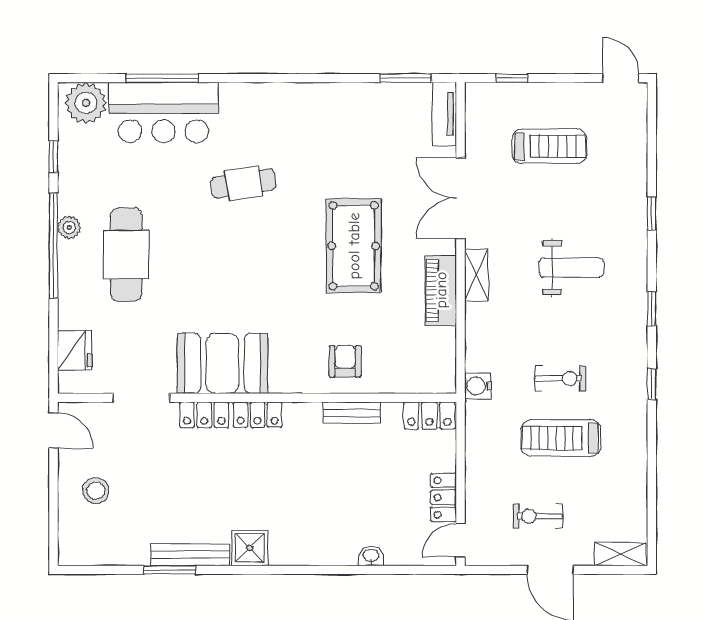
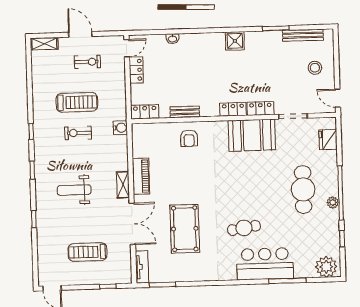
bar counter: (163, 112) -> (265, 264), moved
pool table: (354, 246) -> (185, 229), moved
bench: (190, 555) -> (303, 35), moved

